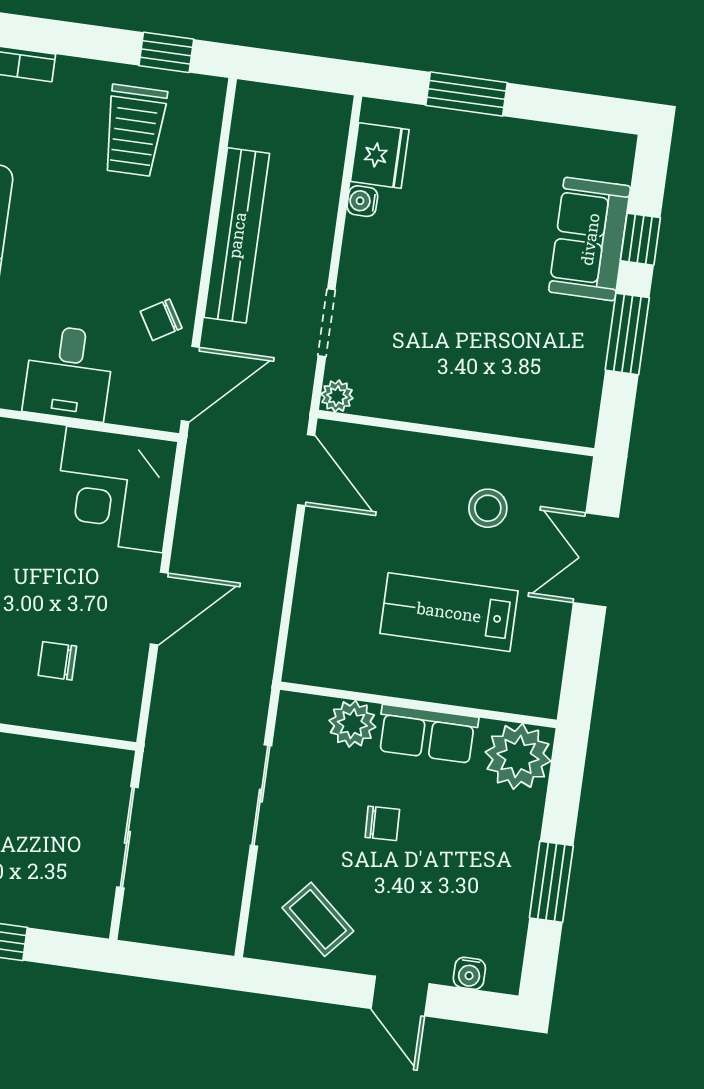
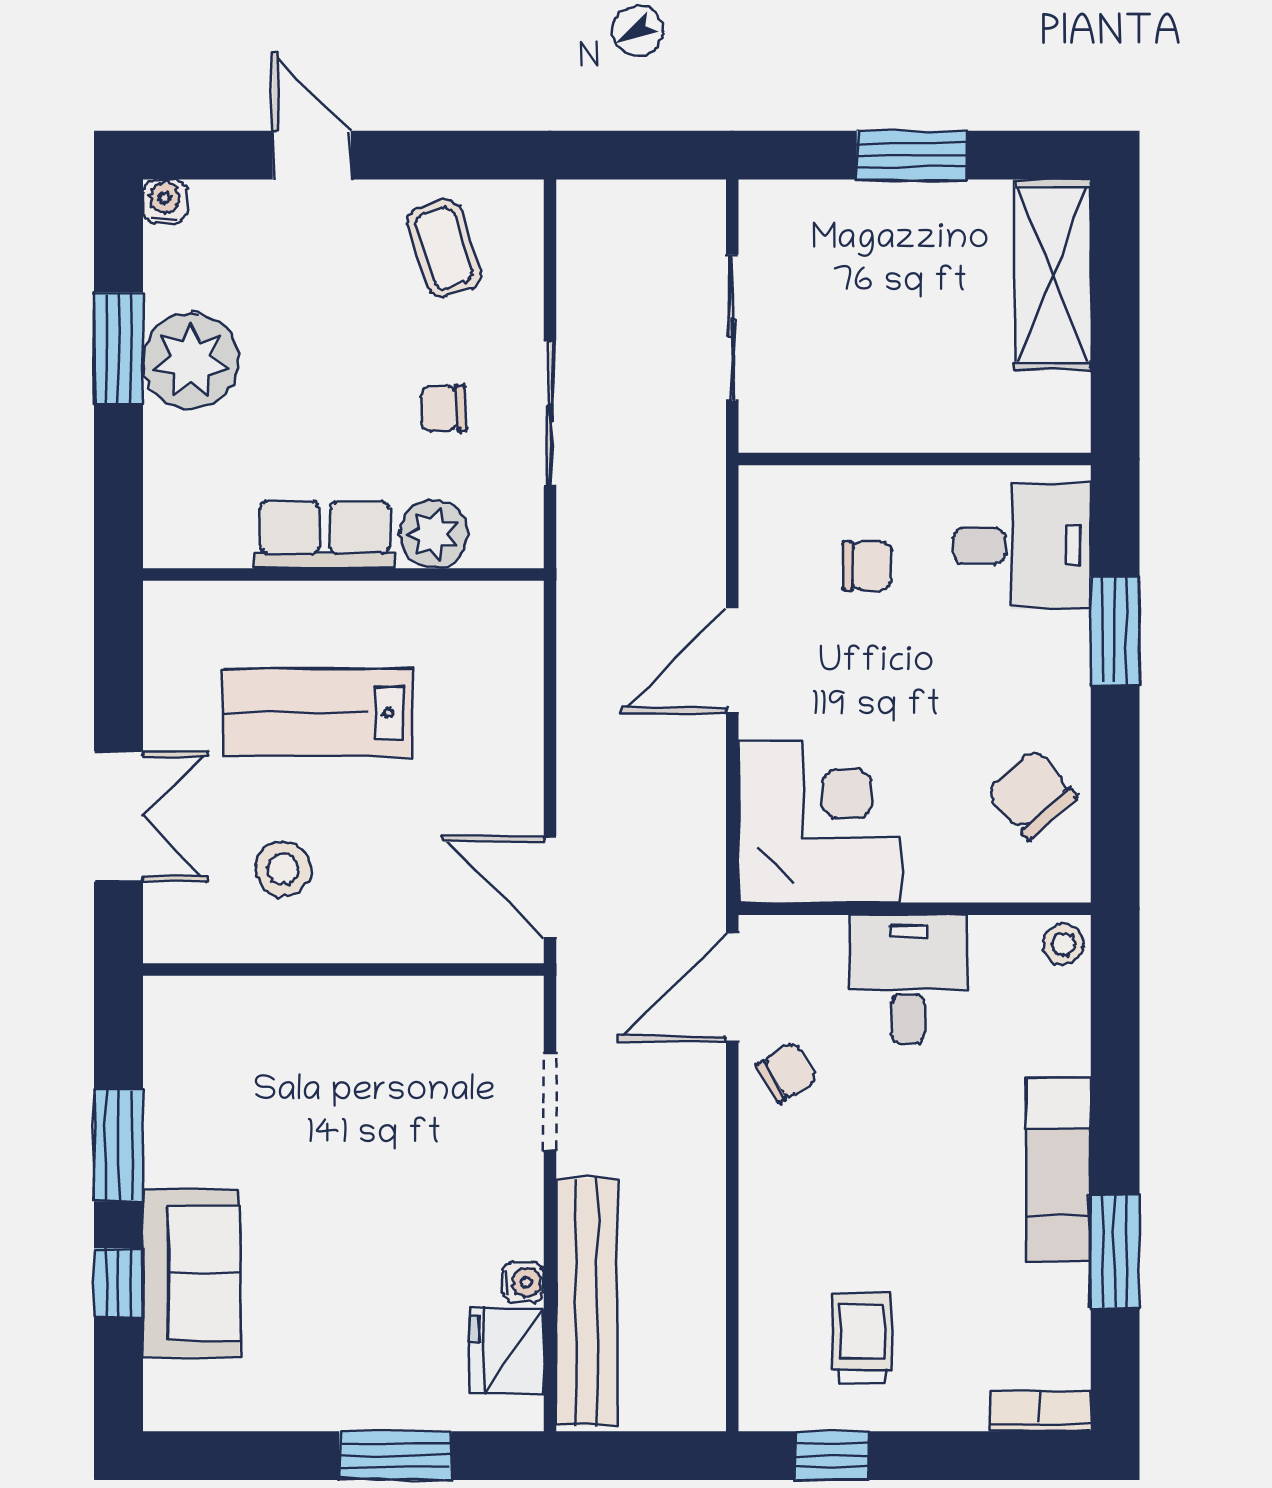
trolley: (134, 131) -> (862, 1338), width x0.73, depth x0.72
bench: (237, 235) -> (587, 1302), moved
plant: (337, 396) -> (520, 999), removed
lab bench: (449, 612) -> (318, 713), turned 180
plant: (518, 756) -> (191, 361), moved
chair: (382, 823) -> (443, 409), moved
coffee table: (318, 919) -> (444, 248), turned 31
water cooler: (469, 973) -> (165, 201), moved

